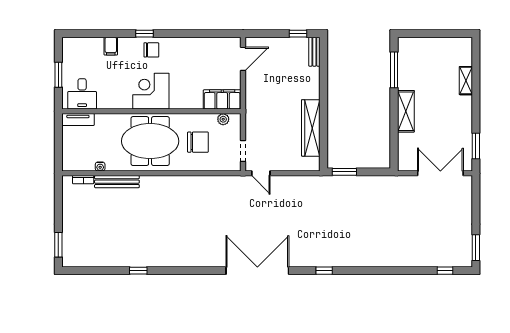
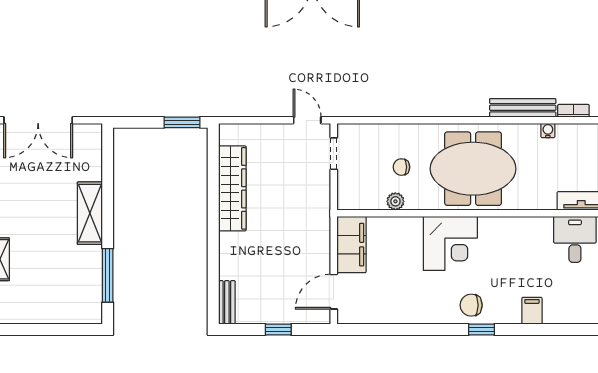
window: (298, 34) -> (278, 330), moved
corner desk: (151, 91) -> (450, 243), moved
filing cabinet: (222, 99) -> (351, 245), moved, turned -90
plant: (223, 119) -> (395, 201), moved
chair: (198, 142) -> (401, 167), width x0.54, depth x0.54

